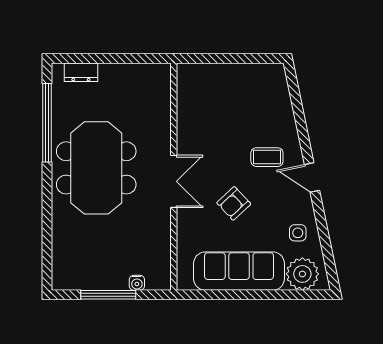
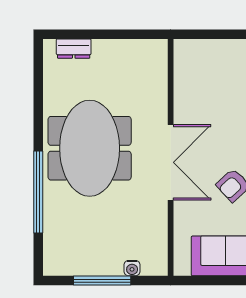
window: (47, 123) -> (38, 192), moved
double door: (174, 181) -> (171, 162), width x1.37

